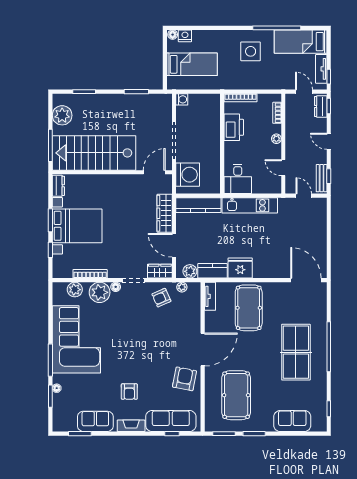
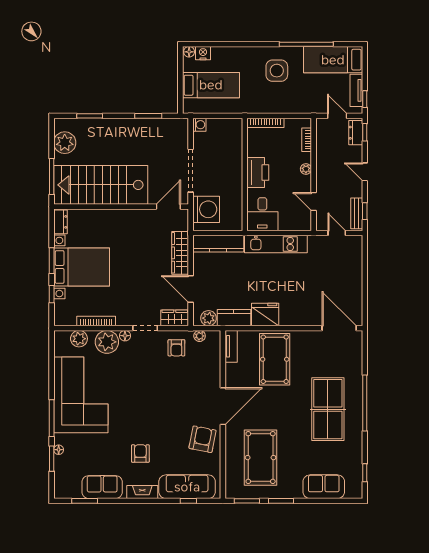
printer: (234, 127) -> (258, 172), moved
armchair: (161, 298) -> (176, 348), turned -66
armchair: (129, 392) -> (140, 454), turned 180

